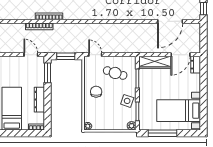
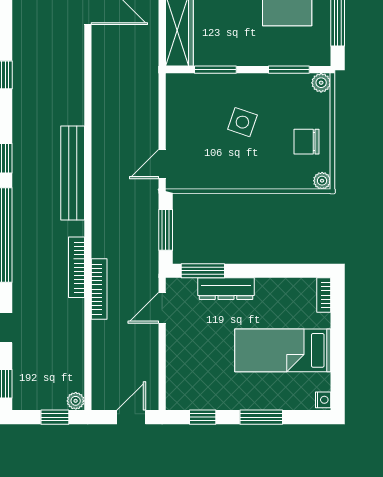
bench: (91, 15) -> (73, 173), added
cafe table: (115, 73) -> (203, 119), removed
chair: (96, 92) -> (307, 142), moved
dresser: (39, 100) -> (226, 289), moved
side table: (127, 101) -> (242, 122), moved

